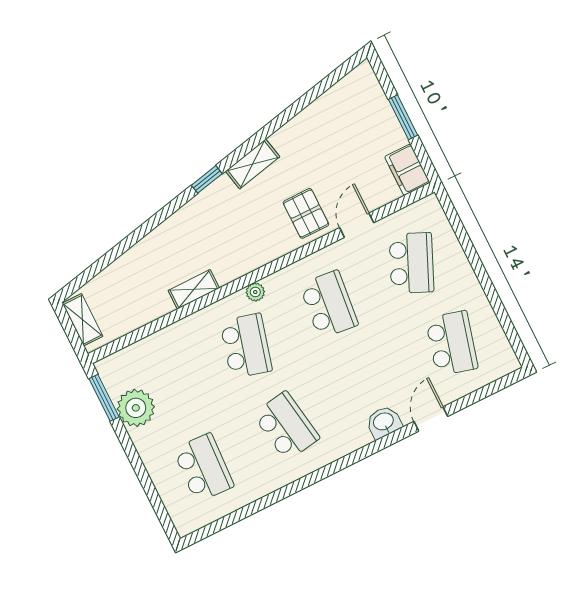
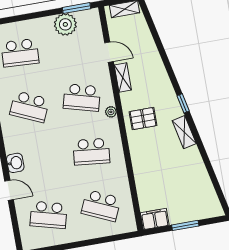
pallet: (306, 213) -> (143, 119), moved
door: (357, 225) -> (109, 52), moved
school desk: (286, 426) -> (29, 107), turned 33

